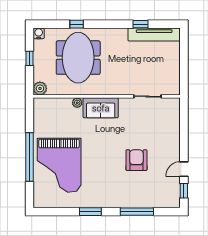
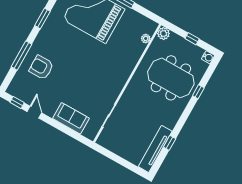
plant: (77, 103) -> (146, 39), moved
sofa: (101, 108) -> (71, 118), moved, turned 90
armchair: (136, 160) -> (41, 67), moved, turned 180

